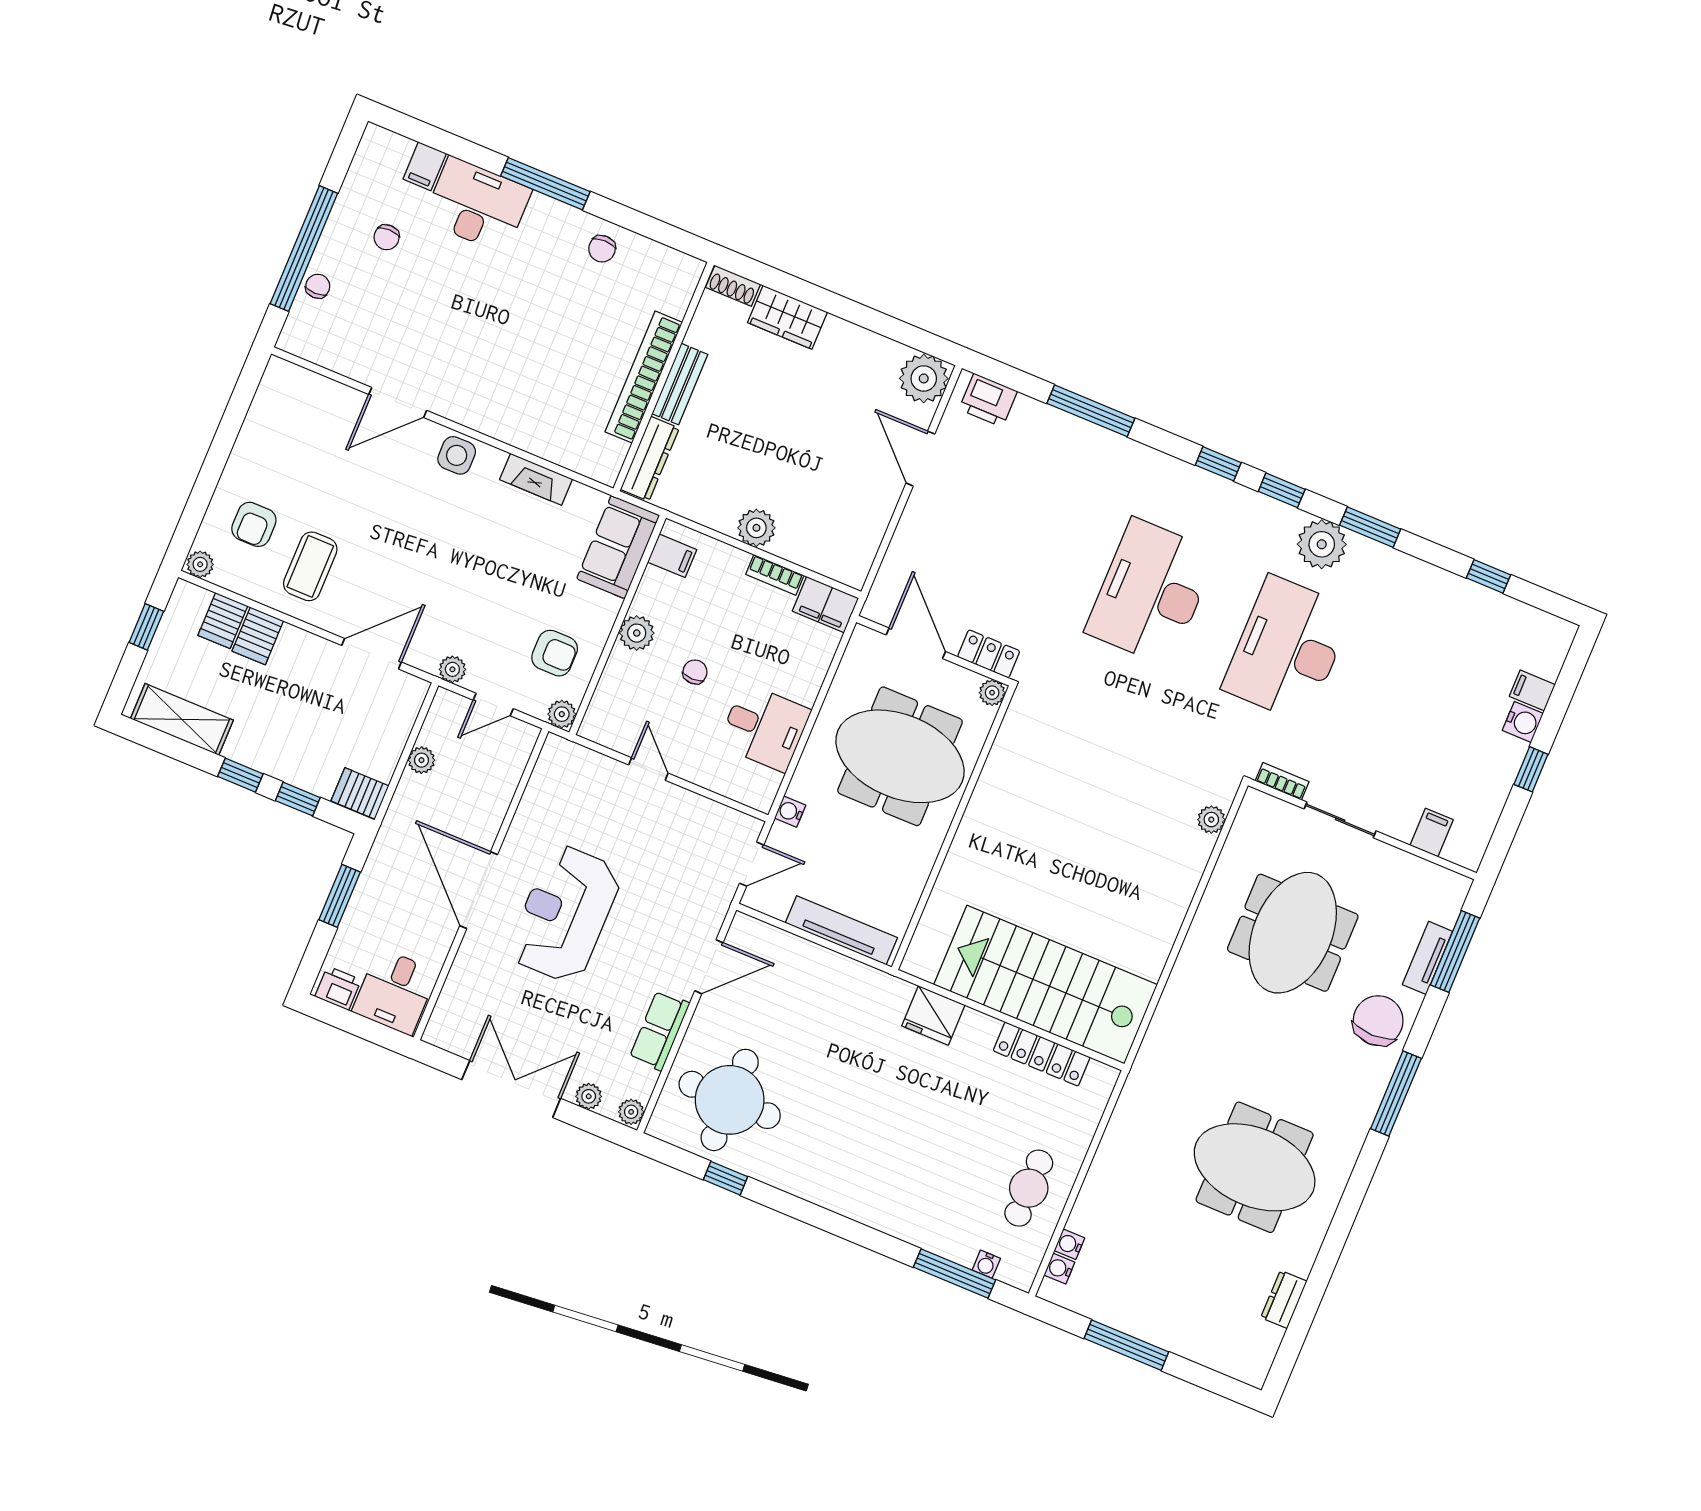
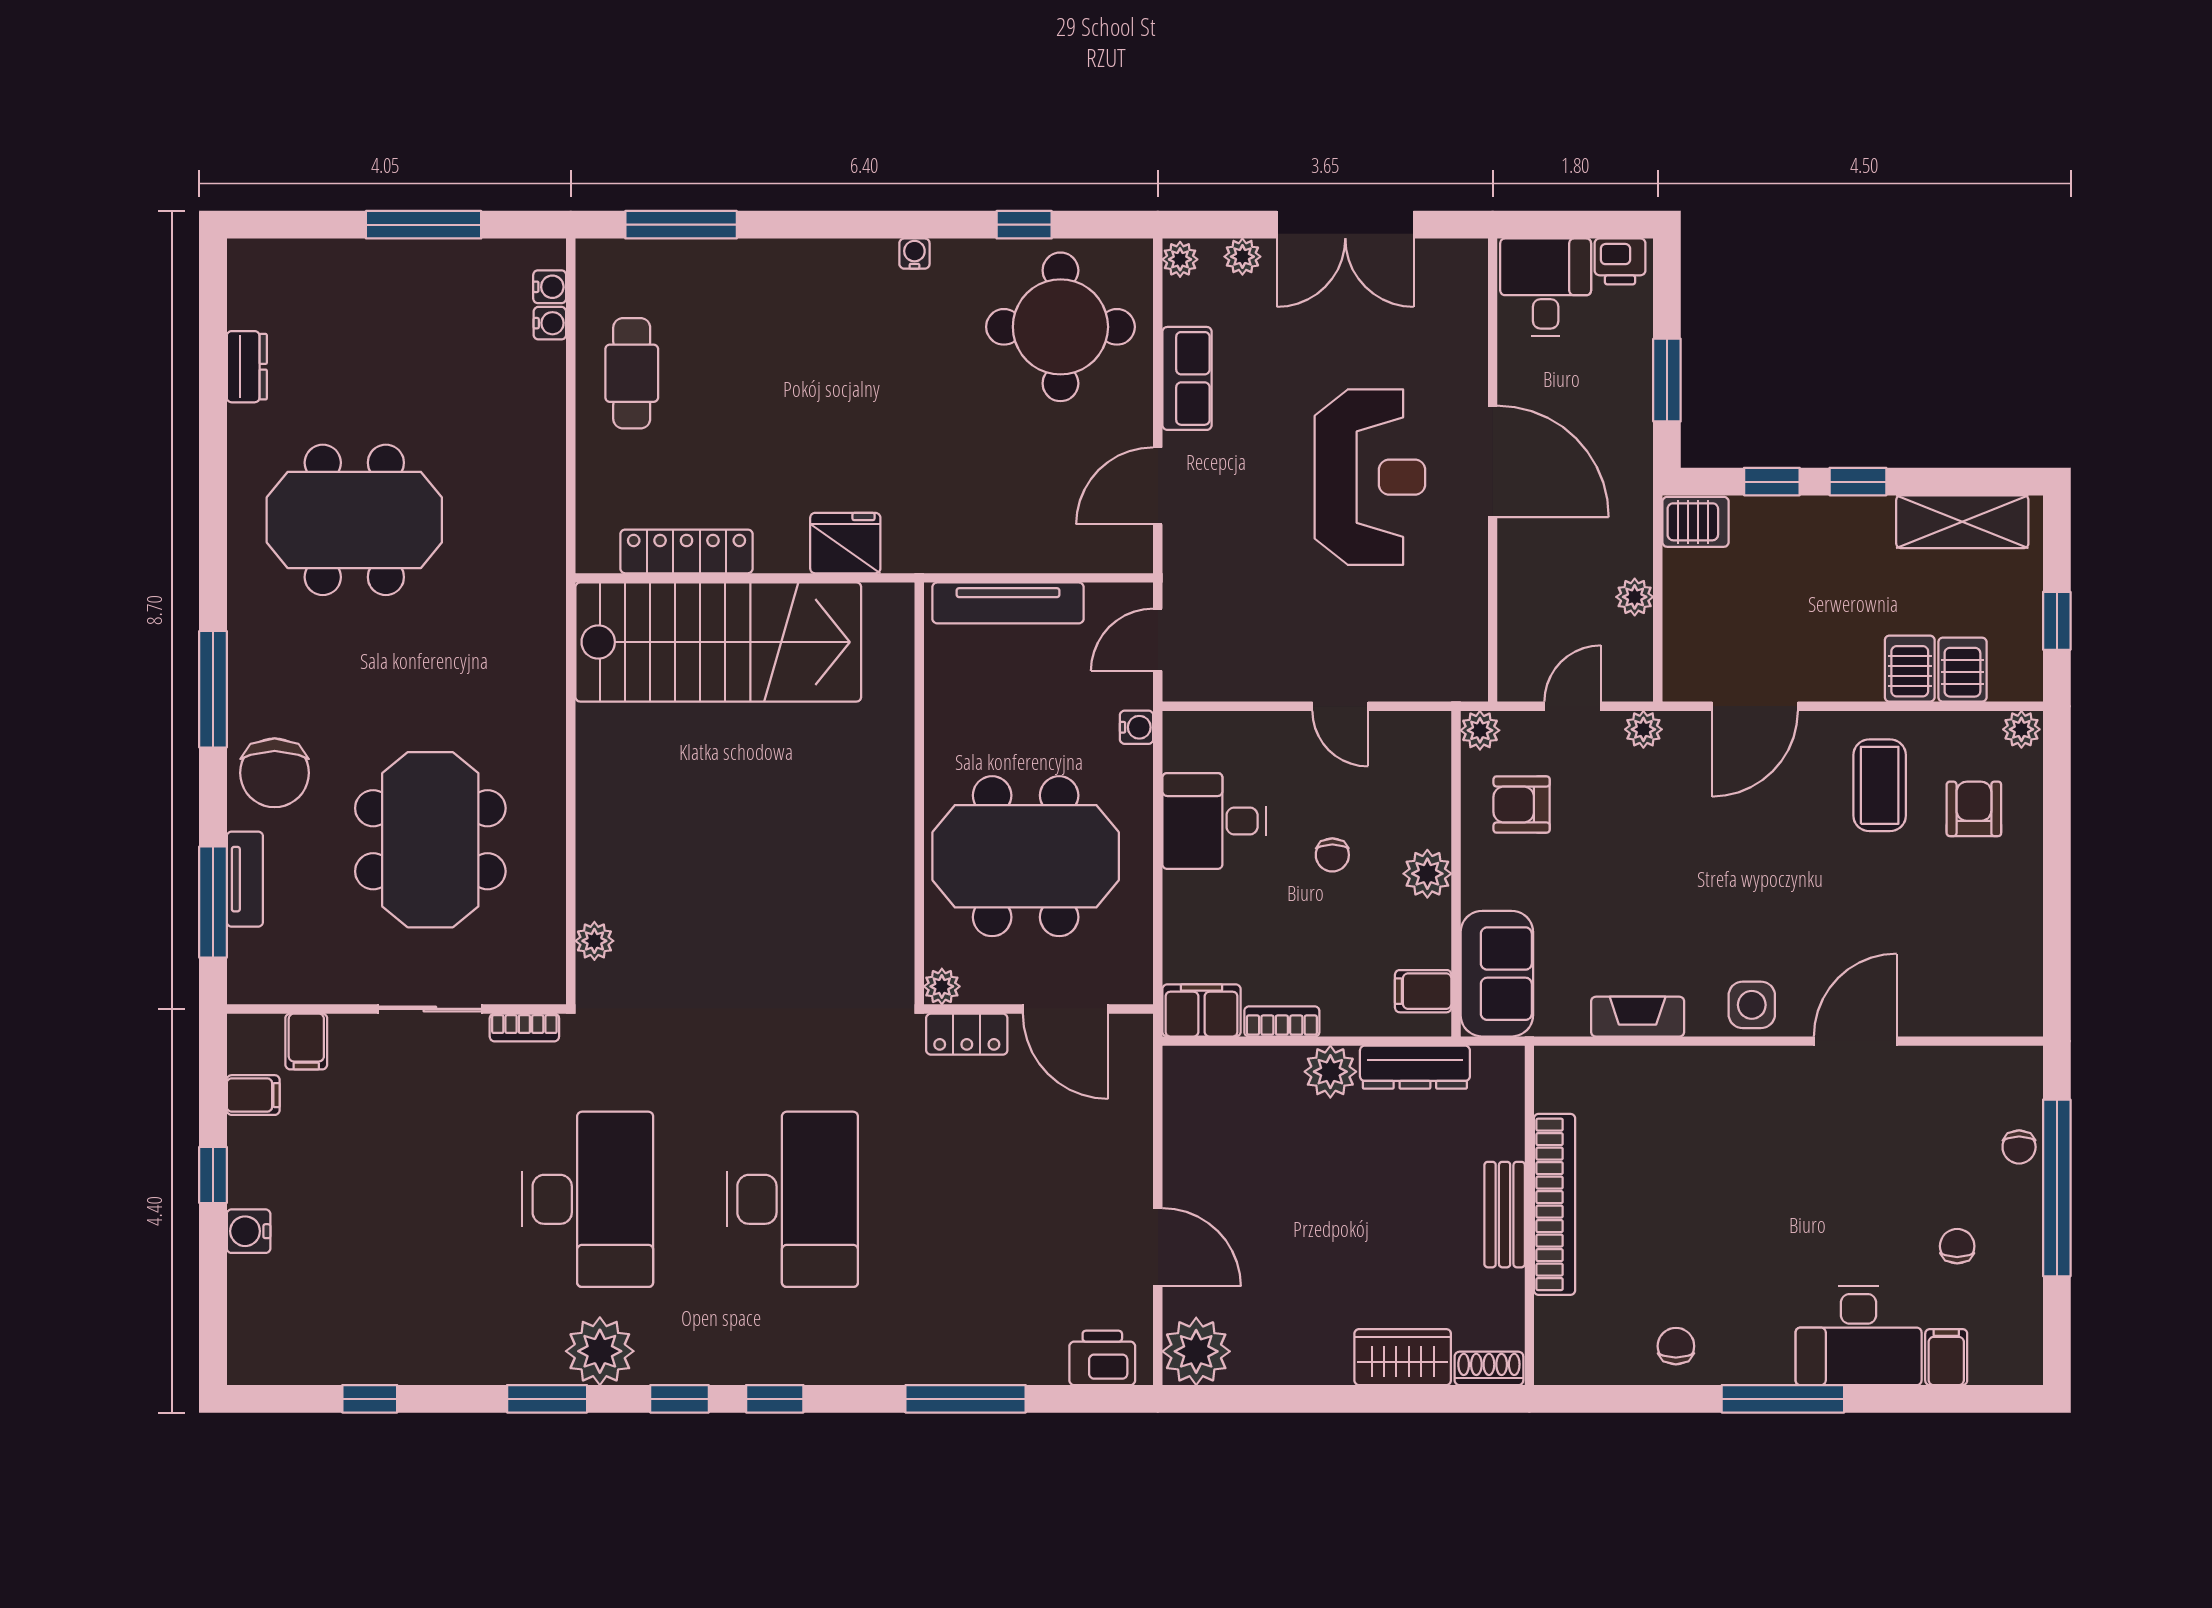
dresser: (650, 459) -> (1415, 1067), moved, turned -90
filing cabinet: (1532, 690) -> (253, 1095), moved
water cooler: (986, 1264) -> (914, 254), moved

